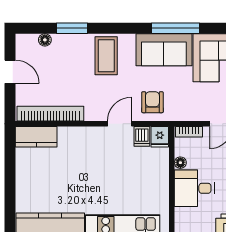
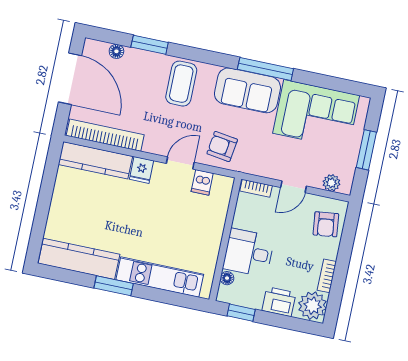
door: (10, 72) -> (70, 79), width x1.88
armchair: (152, 102) -> (222, 146), turned -82
kitchen counter: (36, 137) -> (95, 160), width x1.50
fridge: (160, 137) -> (141, 170), moved
floor lamp: (180, 163) -> (227, 278), moved

